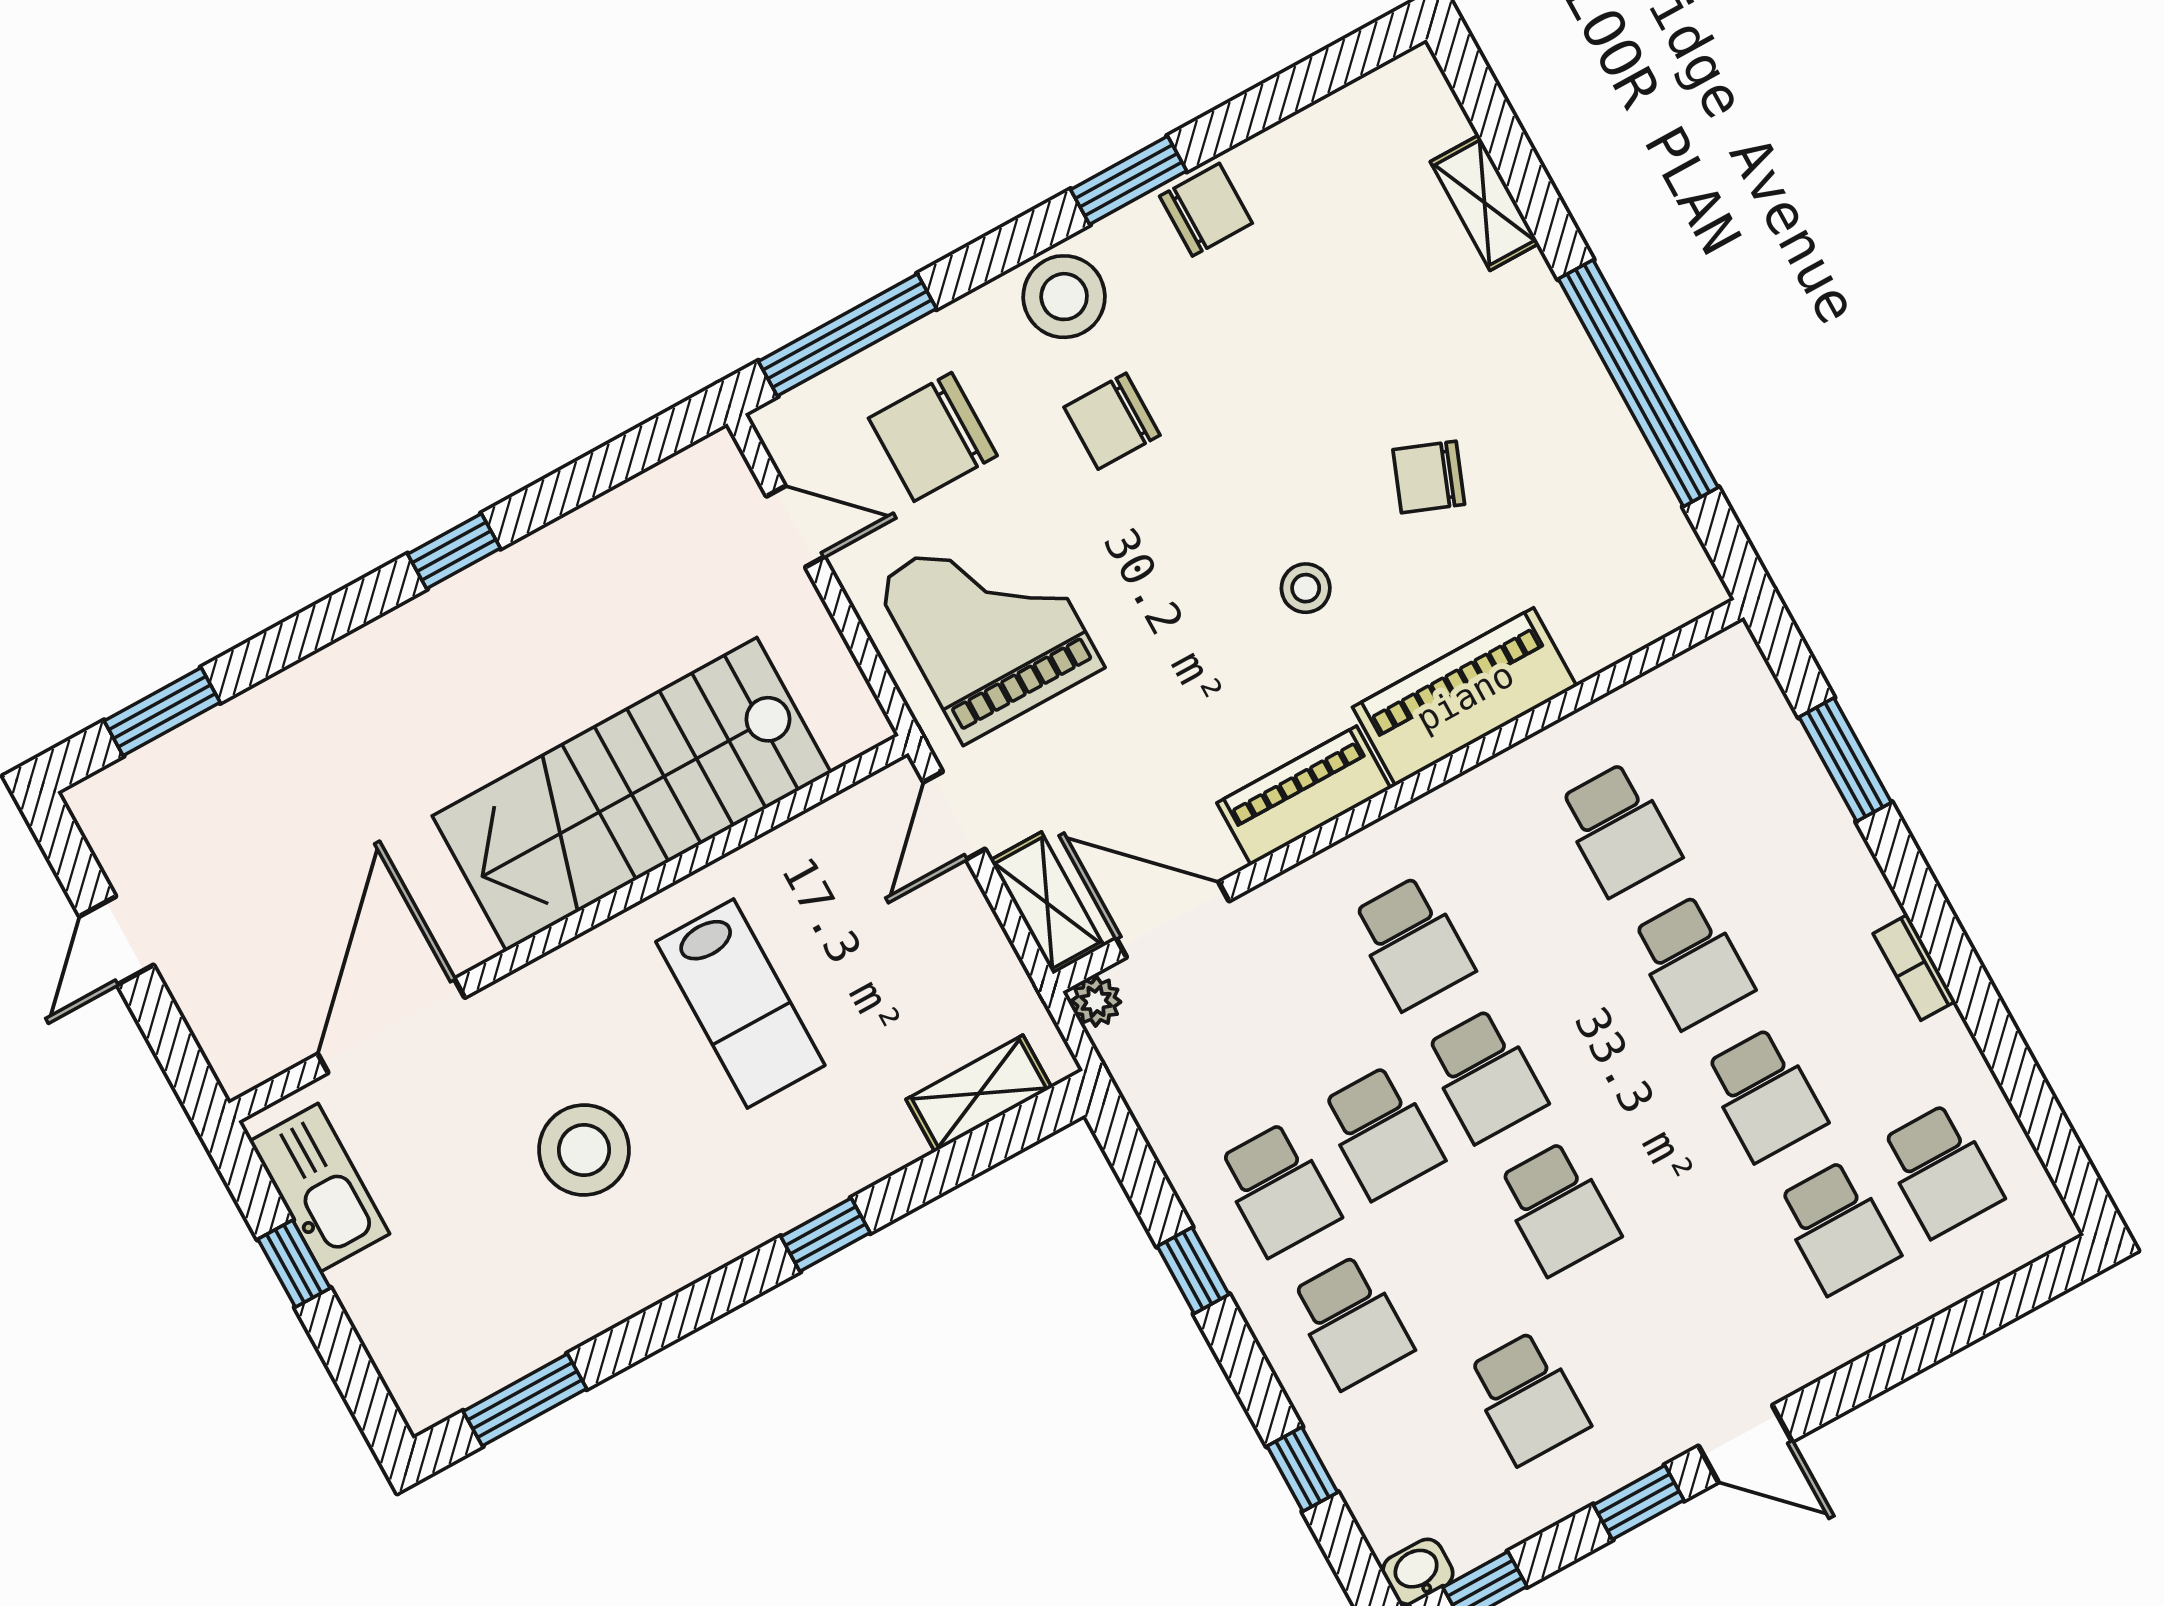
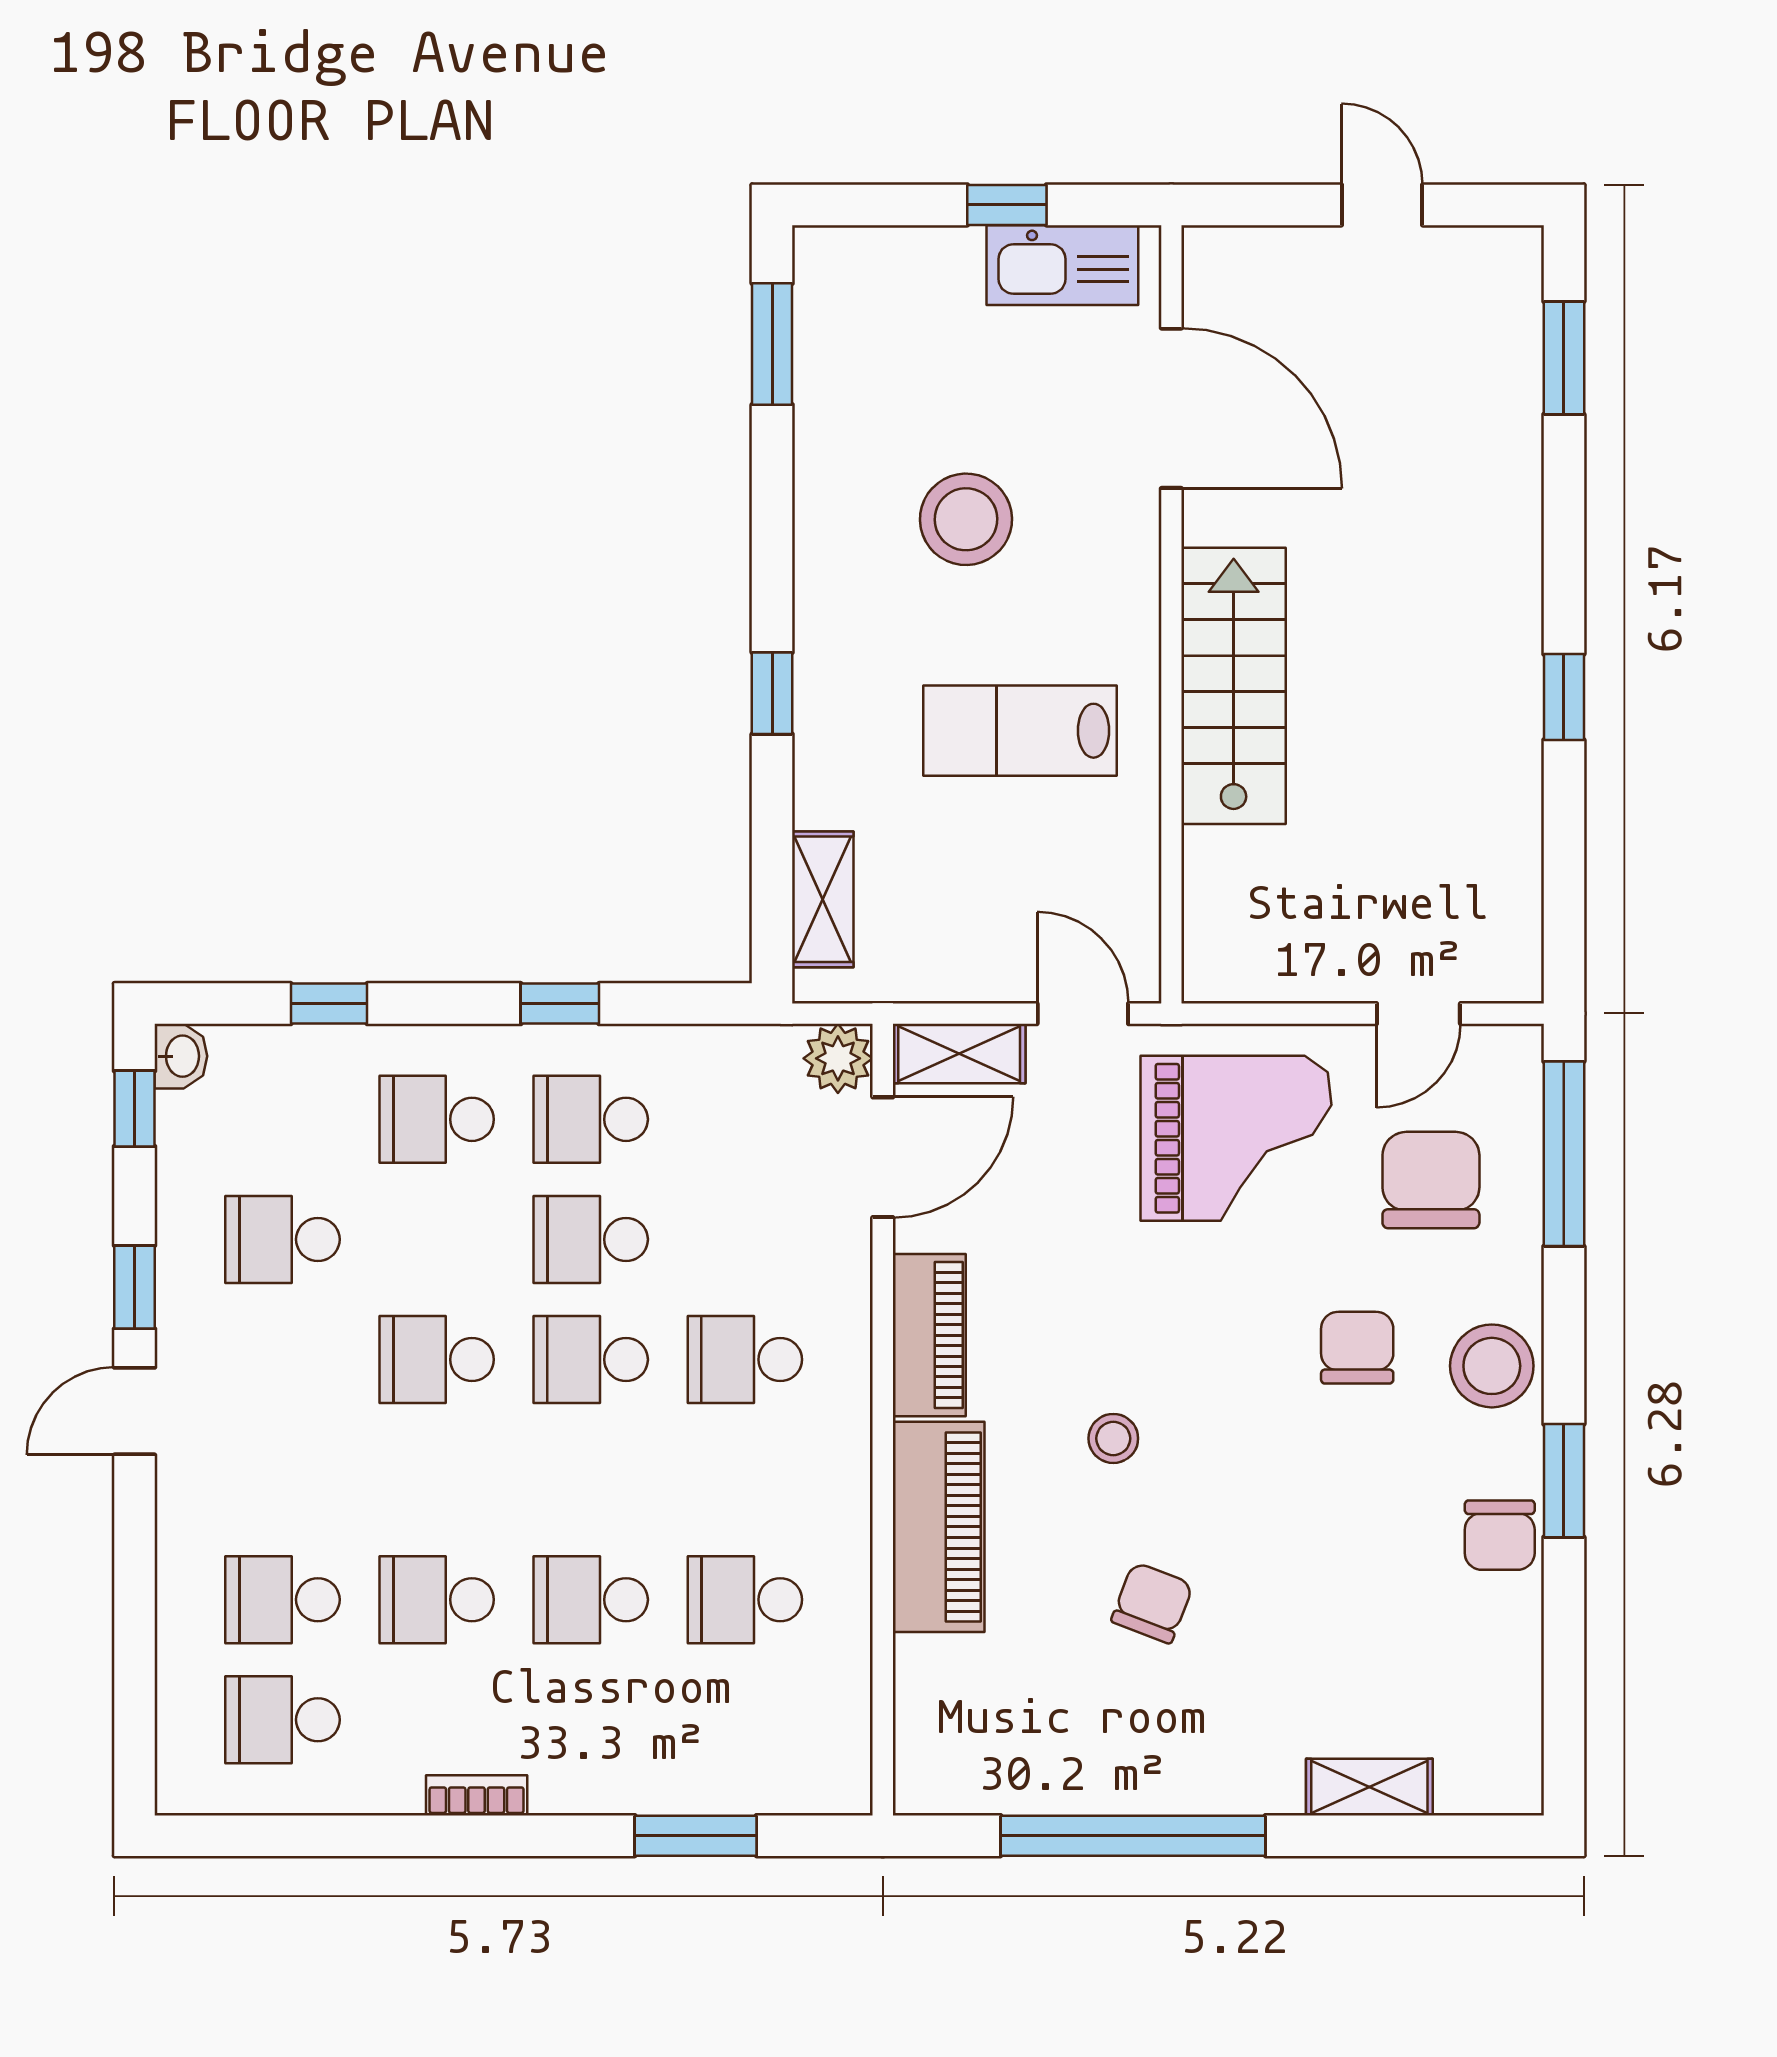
stairs: (632, 794) -> (1234, 686), width x0.73, depth x0.66
plant: (1096, 1001) -> (838, 1058), width x1.38, depth x1.38

